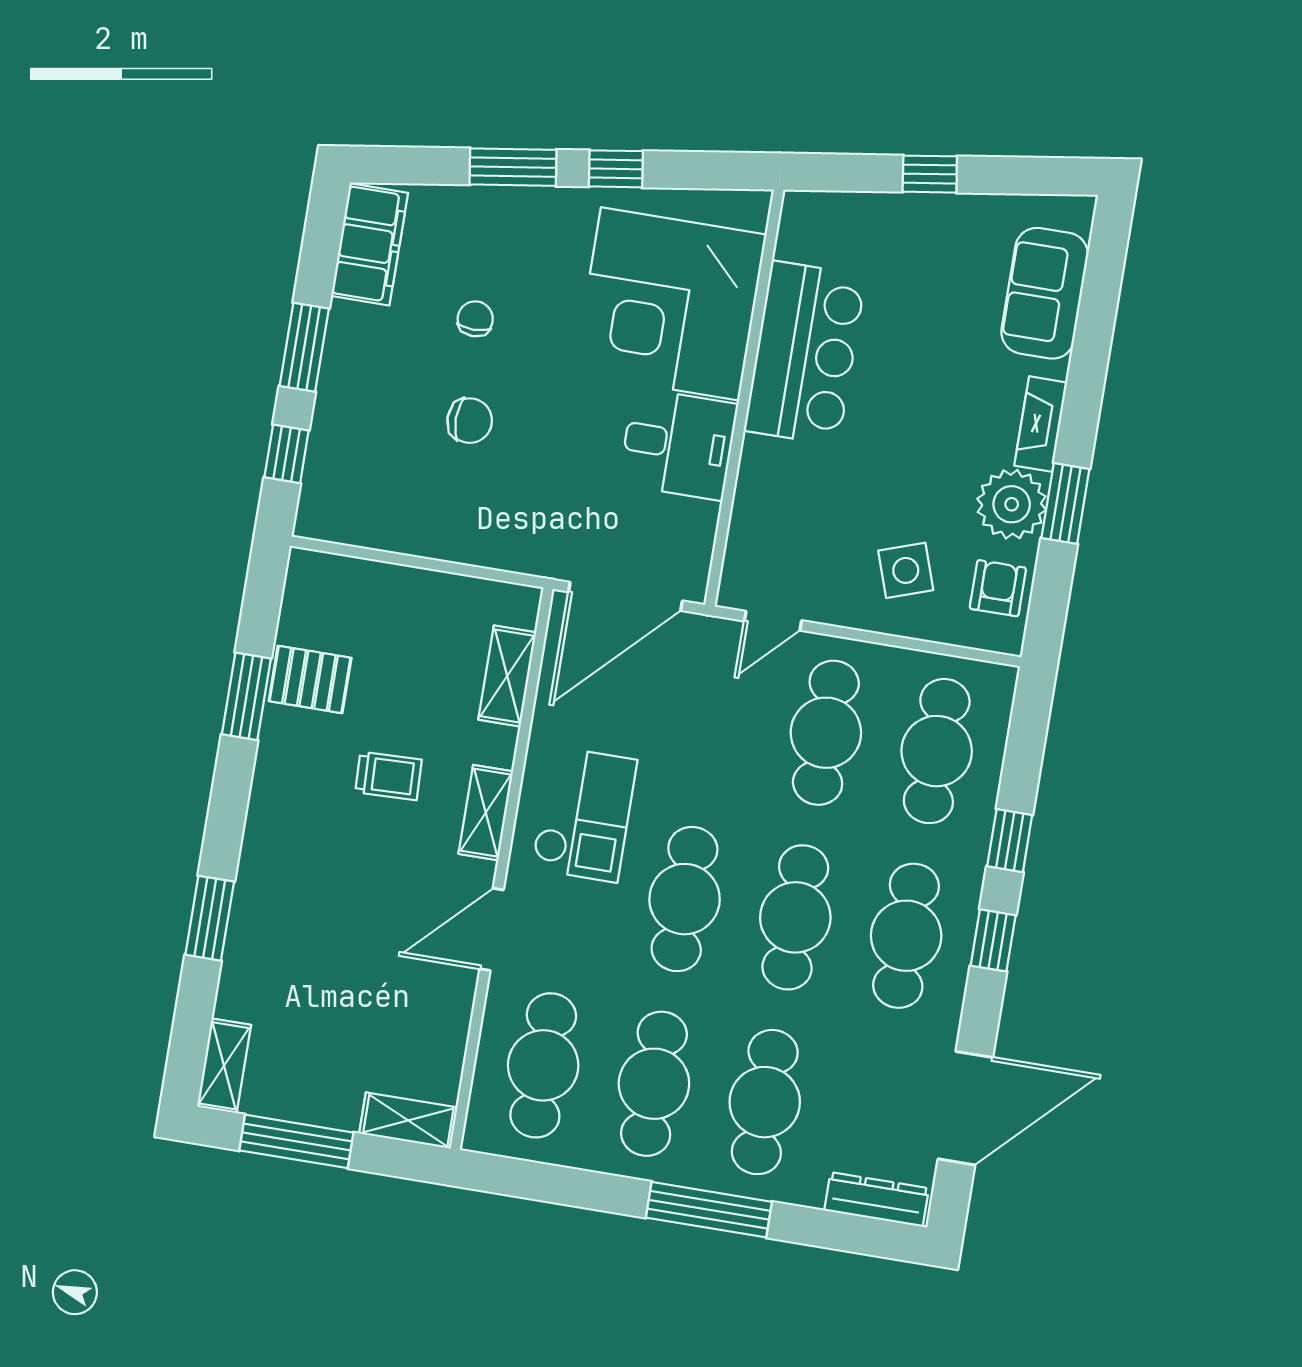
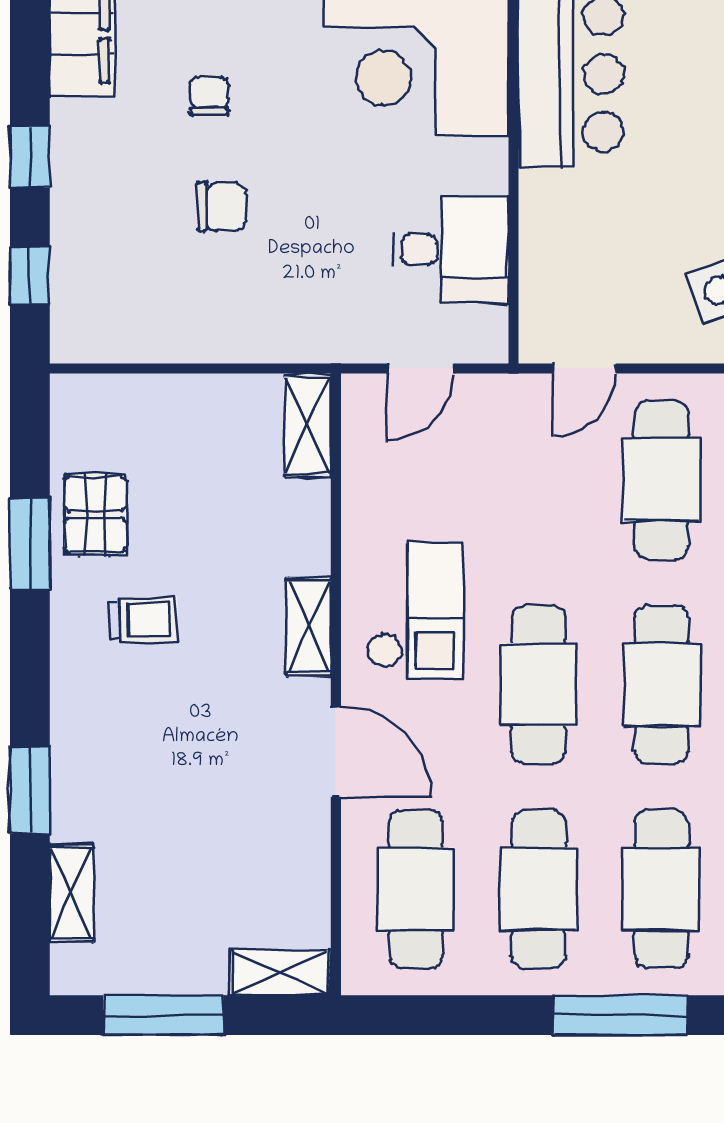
window: (304, 347) -> (30, 157), width x0.67
desk: (678, 444) -> (451, 249), moved
door: (625, 596) -> (421, 368), width x0.53
shelving: (507, 676) -> (307, 426), moved
pallet: (310, 679) -> (95, 514), turned 90
trolley: (388, 776) -> (144, 620), moved
door: (492, 929) -> (336, 752), swing flipped
shelving: (224, 1066) -> (72, 893), moved

